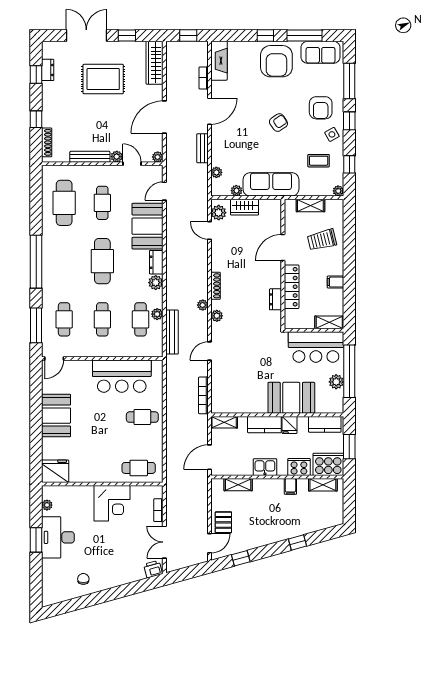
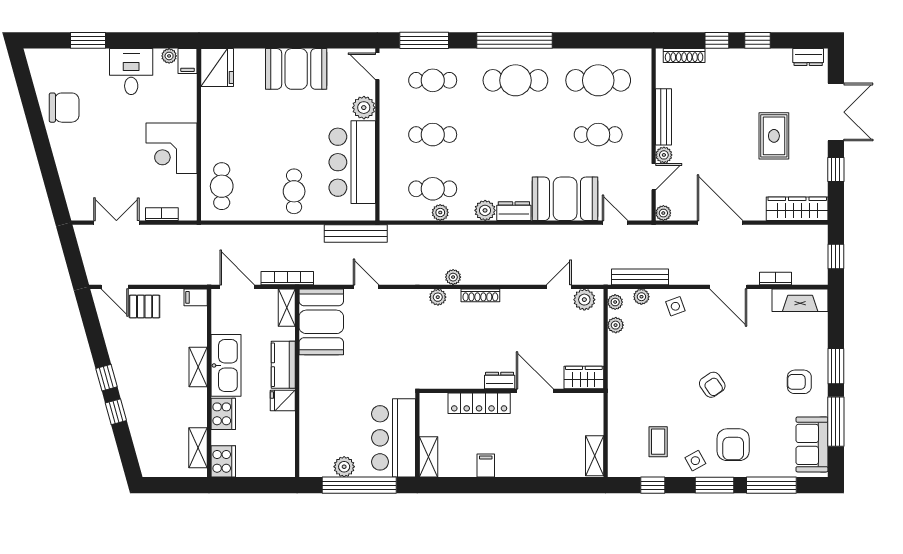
window: (265, 35) -> (836, 366), width x1.50
armchair: (276, 61) -> (799, 382), width x0.53, depth x0.53
dresser: (48, 70) -> (808, 57), moved
window: (36, 75) -> (757, 40), moved
rug: (103, 79) -> (774, 136), width x0.73, depth x0.70
armchair: (321, 108) -> (733, 445), turned -90
window: (349, 121) -> (714, 485), width x1.50
bench: (203, 148) -> (640, 277), moved, width x1.36
side table: (223, 148) -> (675, 306), added
sofa: (271, 184) -> (624, 374), removed
plant: (338, 191) -> (615, 302), moved
shelving: (310, 205) -> (595, 456), moved
wardrobe: (245, 207) -> (584, 378), moved, turned 90
trolley: (322, 240) -> (546, 446), removed
cafe table: (102, 261) -> (515, 80), moved
dresser: (275, 299) -> (500, 380), moved
bench: (172, 332) -> (356, 234), moved
door: (210, 351) -> (366, 287), moved
plant: (83, 368) -> (364, 108), added
bookcase: (203, 395) -> (287, 278), moved
booth: (291, 398) -> (321, 322), moved
kitchen counter: (325, 424) -> (284, 451), removed
window: (349, 447) -> (252, 485), removed
cooker: (328, 464) -> (223, 461), width x0.73, depth x0.76
kitchen sink: (265, 467) -> (226, 365), width x1.88, depth x1.24
shelving: (238, 485) -> (198, 367), moved
filing cabinet: (290, 486) -> (196, 297), moved
filing cabinet: (50, 492) -> (188, 61), added
desk: (58, 537) -> (131, 72), width x0.73
window: (36, 540) -> (88, 40), moved
window: (241, 558) -> (106, 378), moved
printer: (153, 569) -> (78, 206), removed
chair: (83, 579) -> (64, 108), width x1.87, depth x1.87

